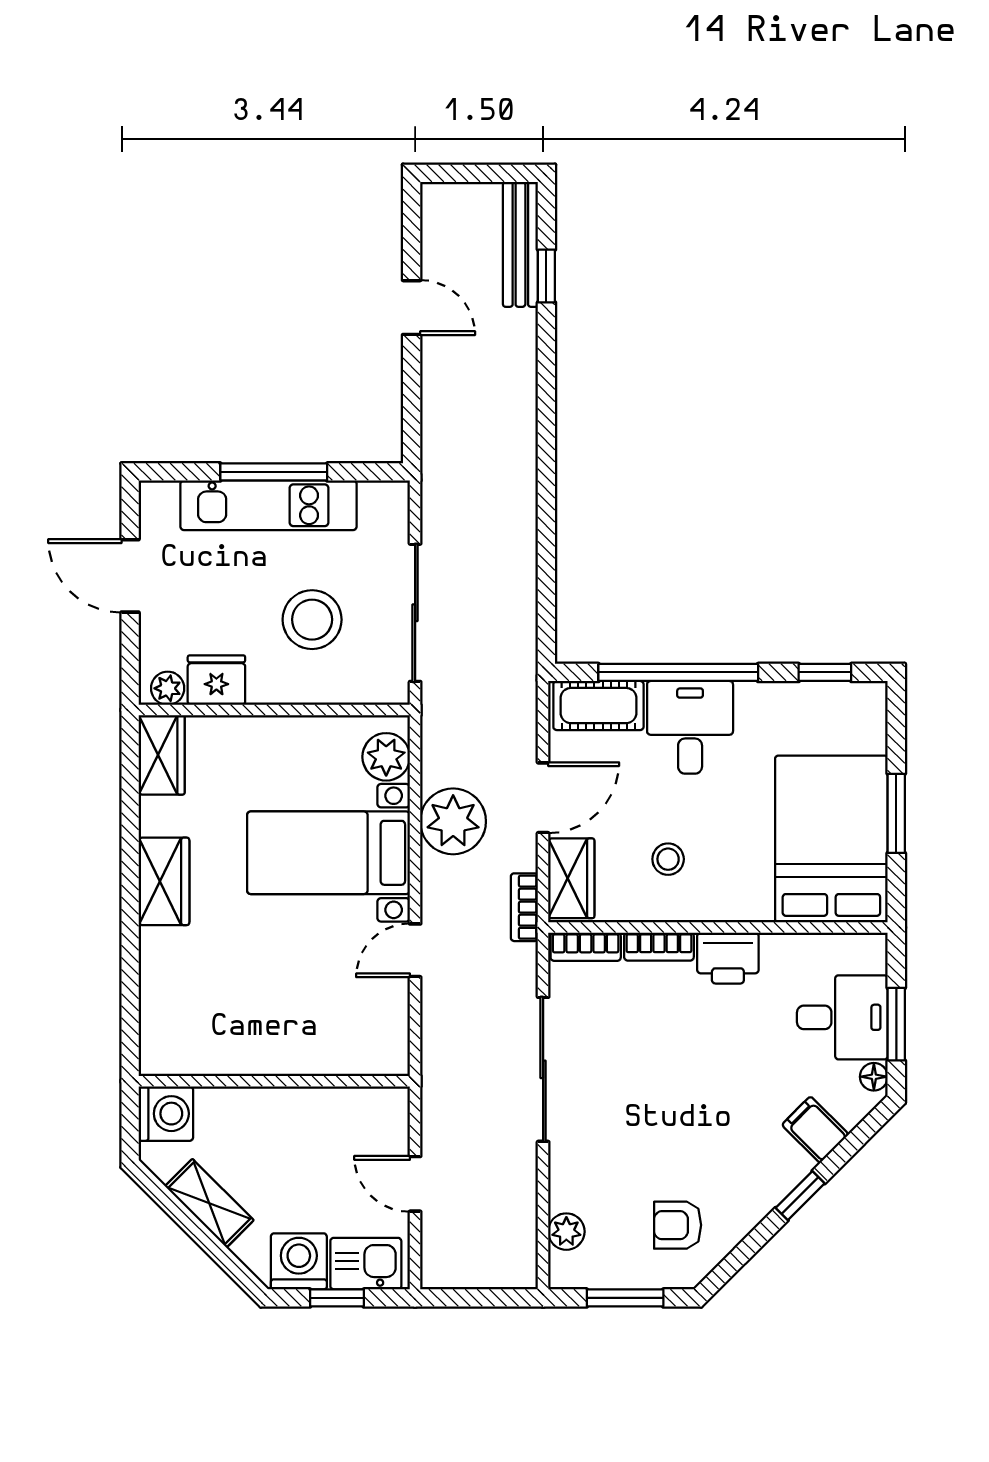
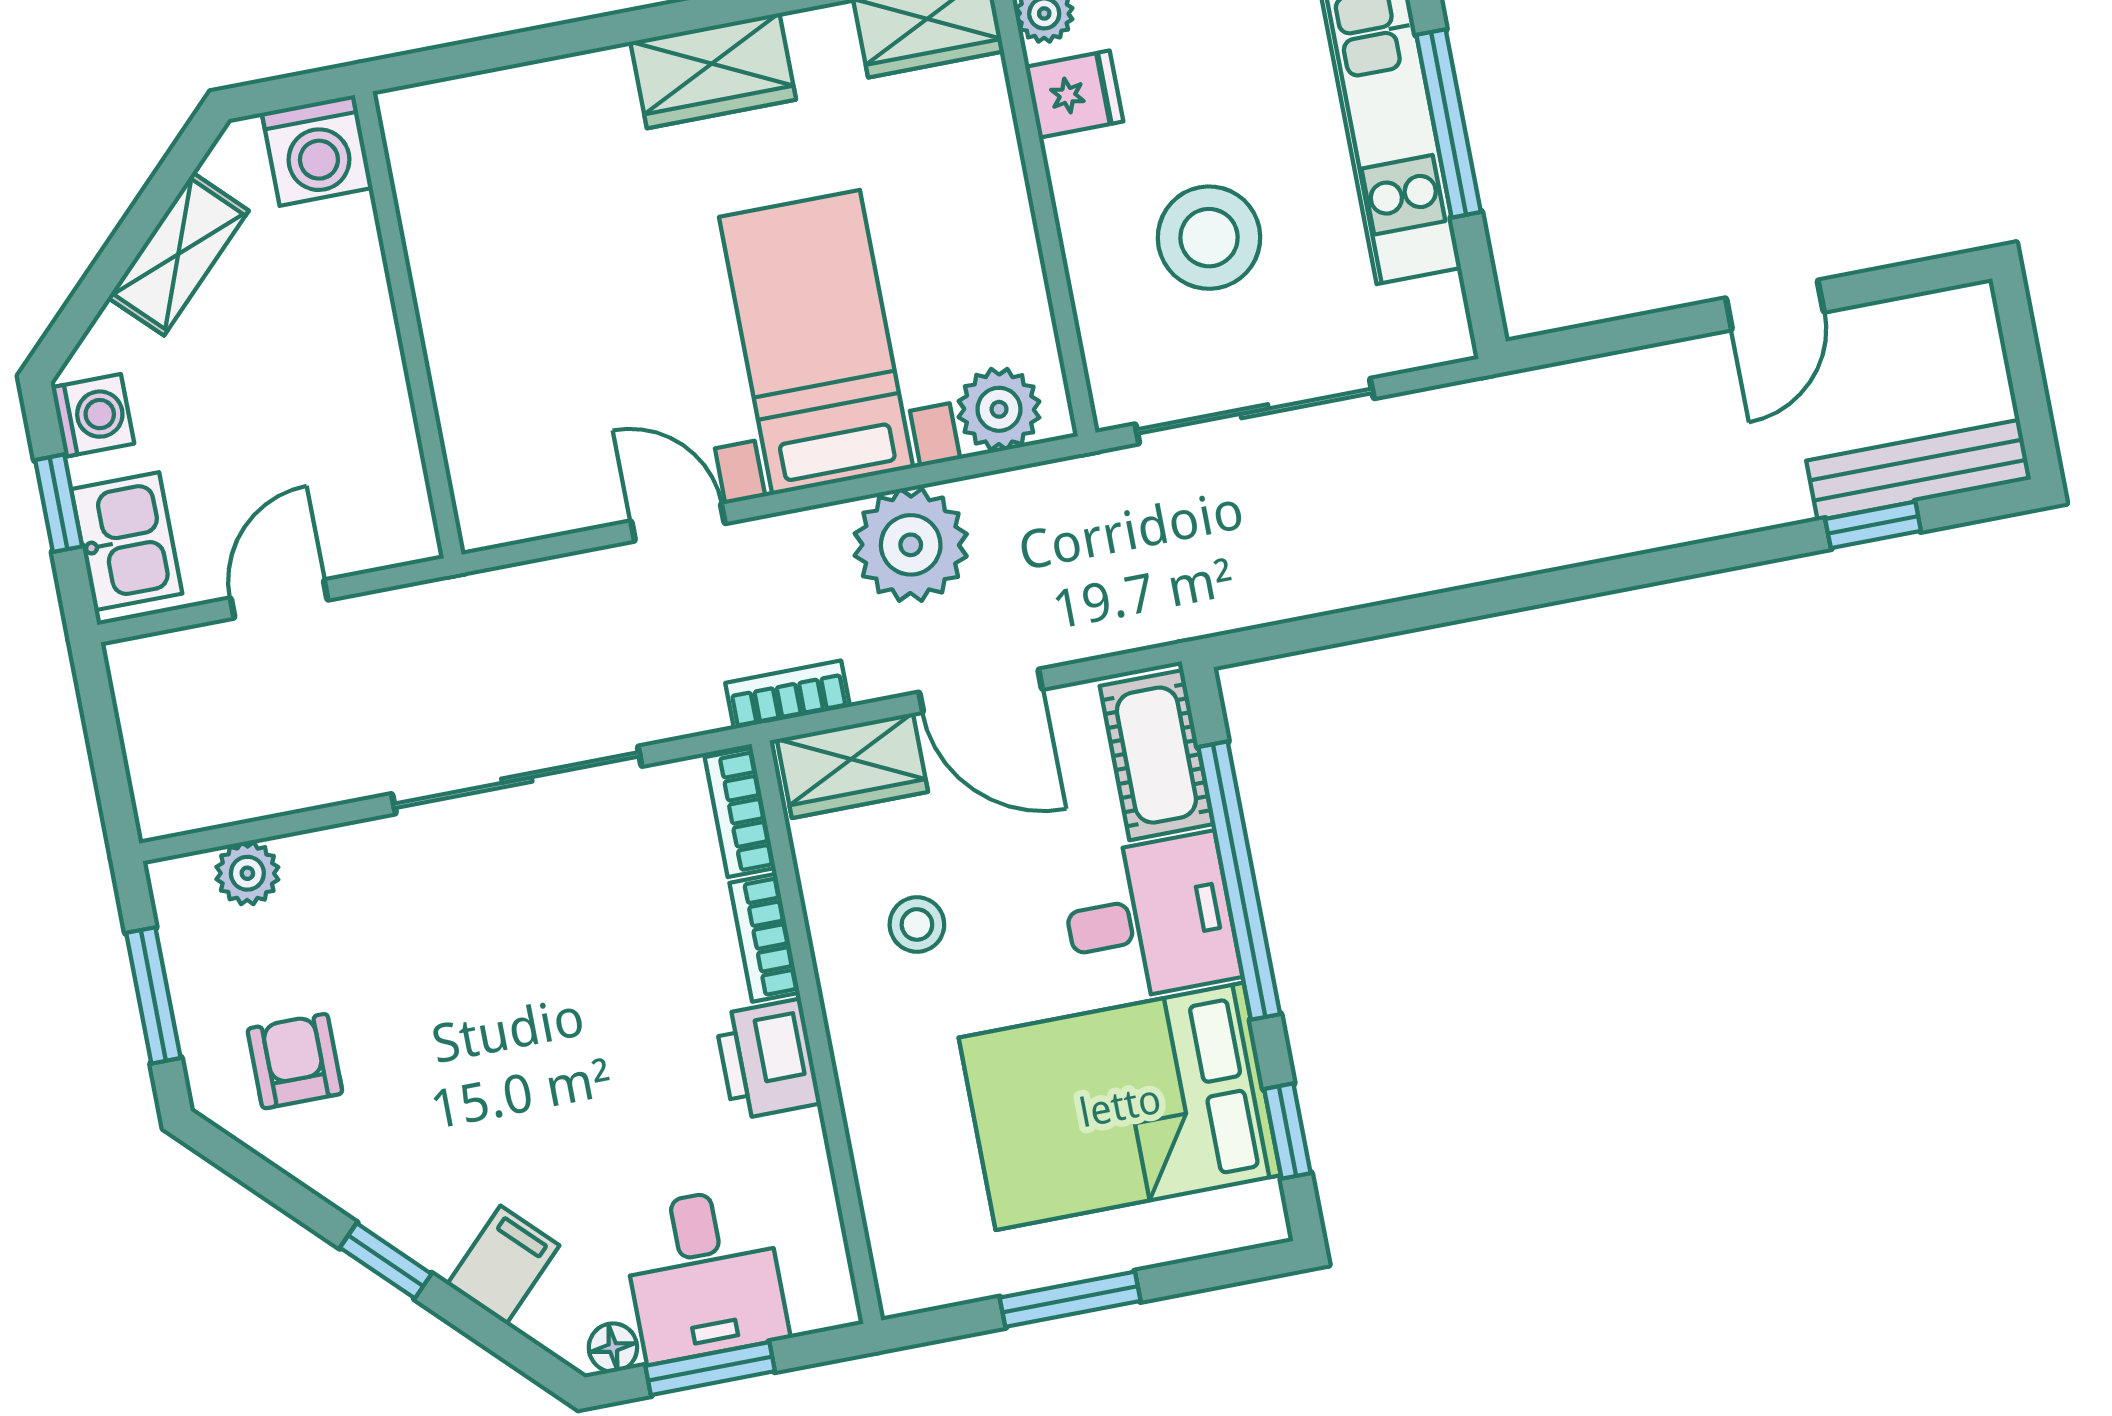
fridge: (216, 680) -> (1074, 94), width x0.72
bed: (831, 839) -> (1120, 1106), moved, turned 180
washing machine: (299, 1261) -> (93, 415), width x0.73, depth x0.73

